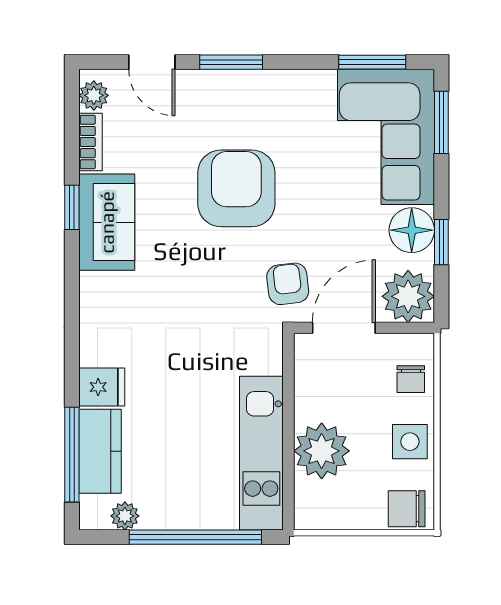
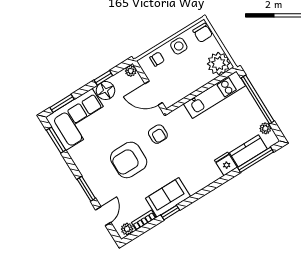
armchair: (288, 284) -> (158, 134), moved, turned -83
plant: (408, 296) -> (131, 71), width x0.53, depth x0.53
plant: (322, 451) -> (219, 64), moved

